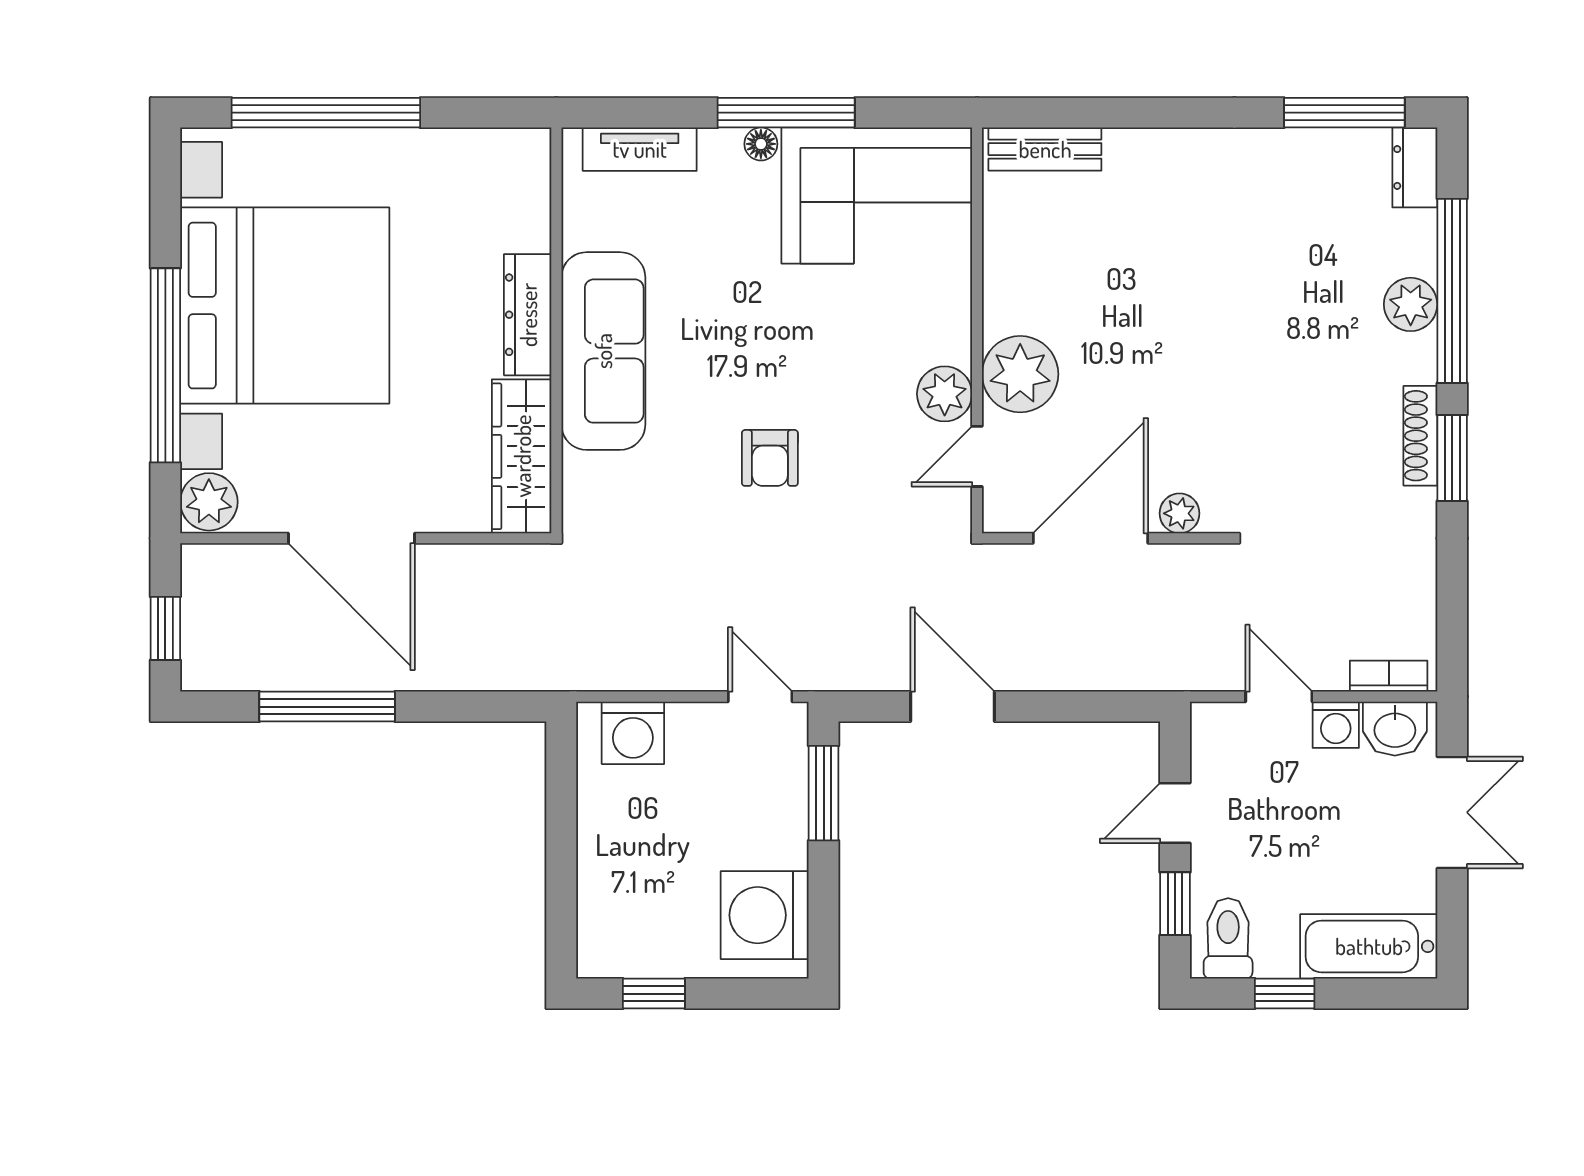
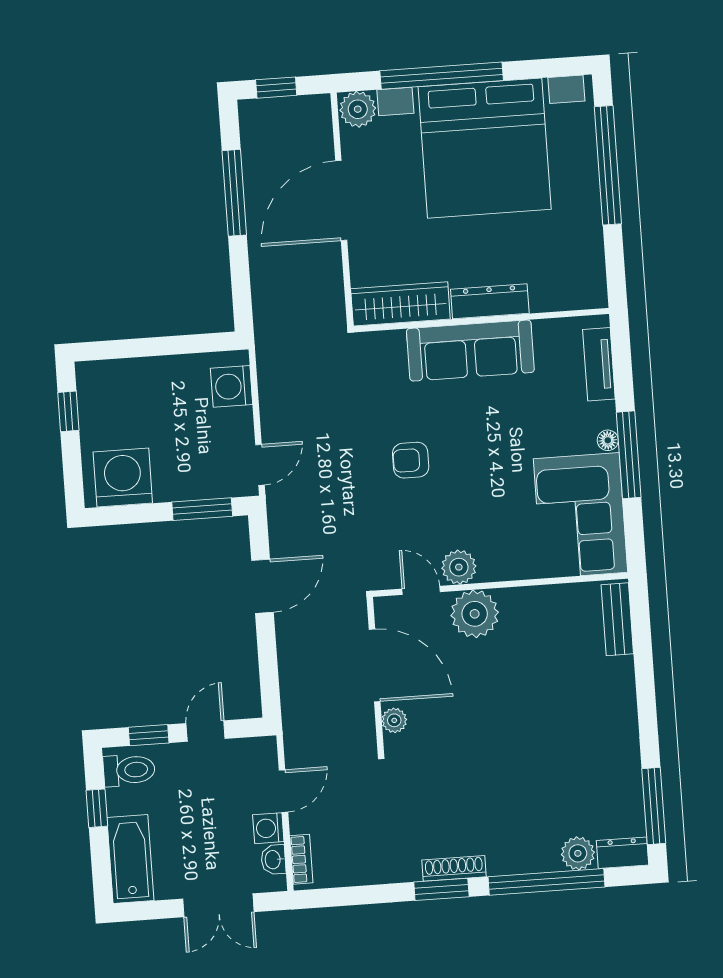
plant: (1411, 304) -> (578, 853), moved
washbasin: (1395, 729) -> (273, 860), width x0.72, depth x0.69
door: (1175, 813) -> (206, 731), hinge flipped

